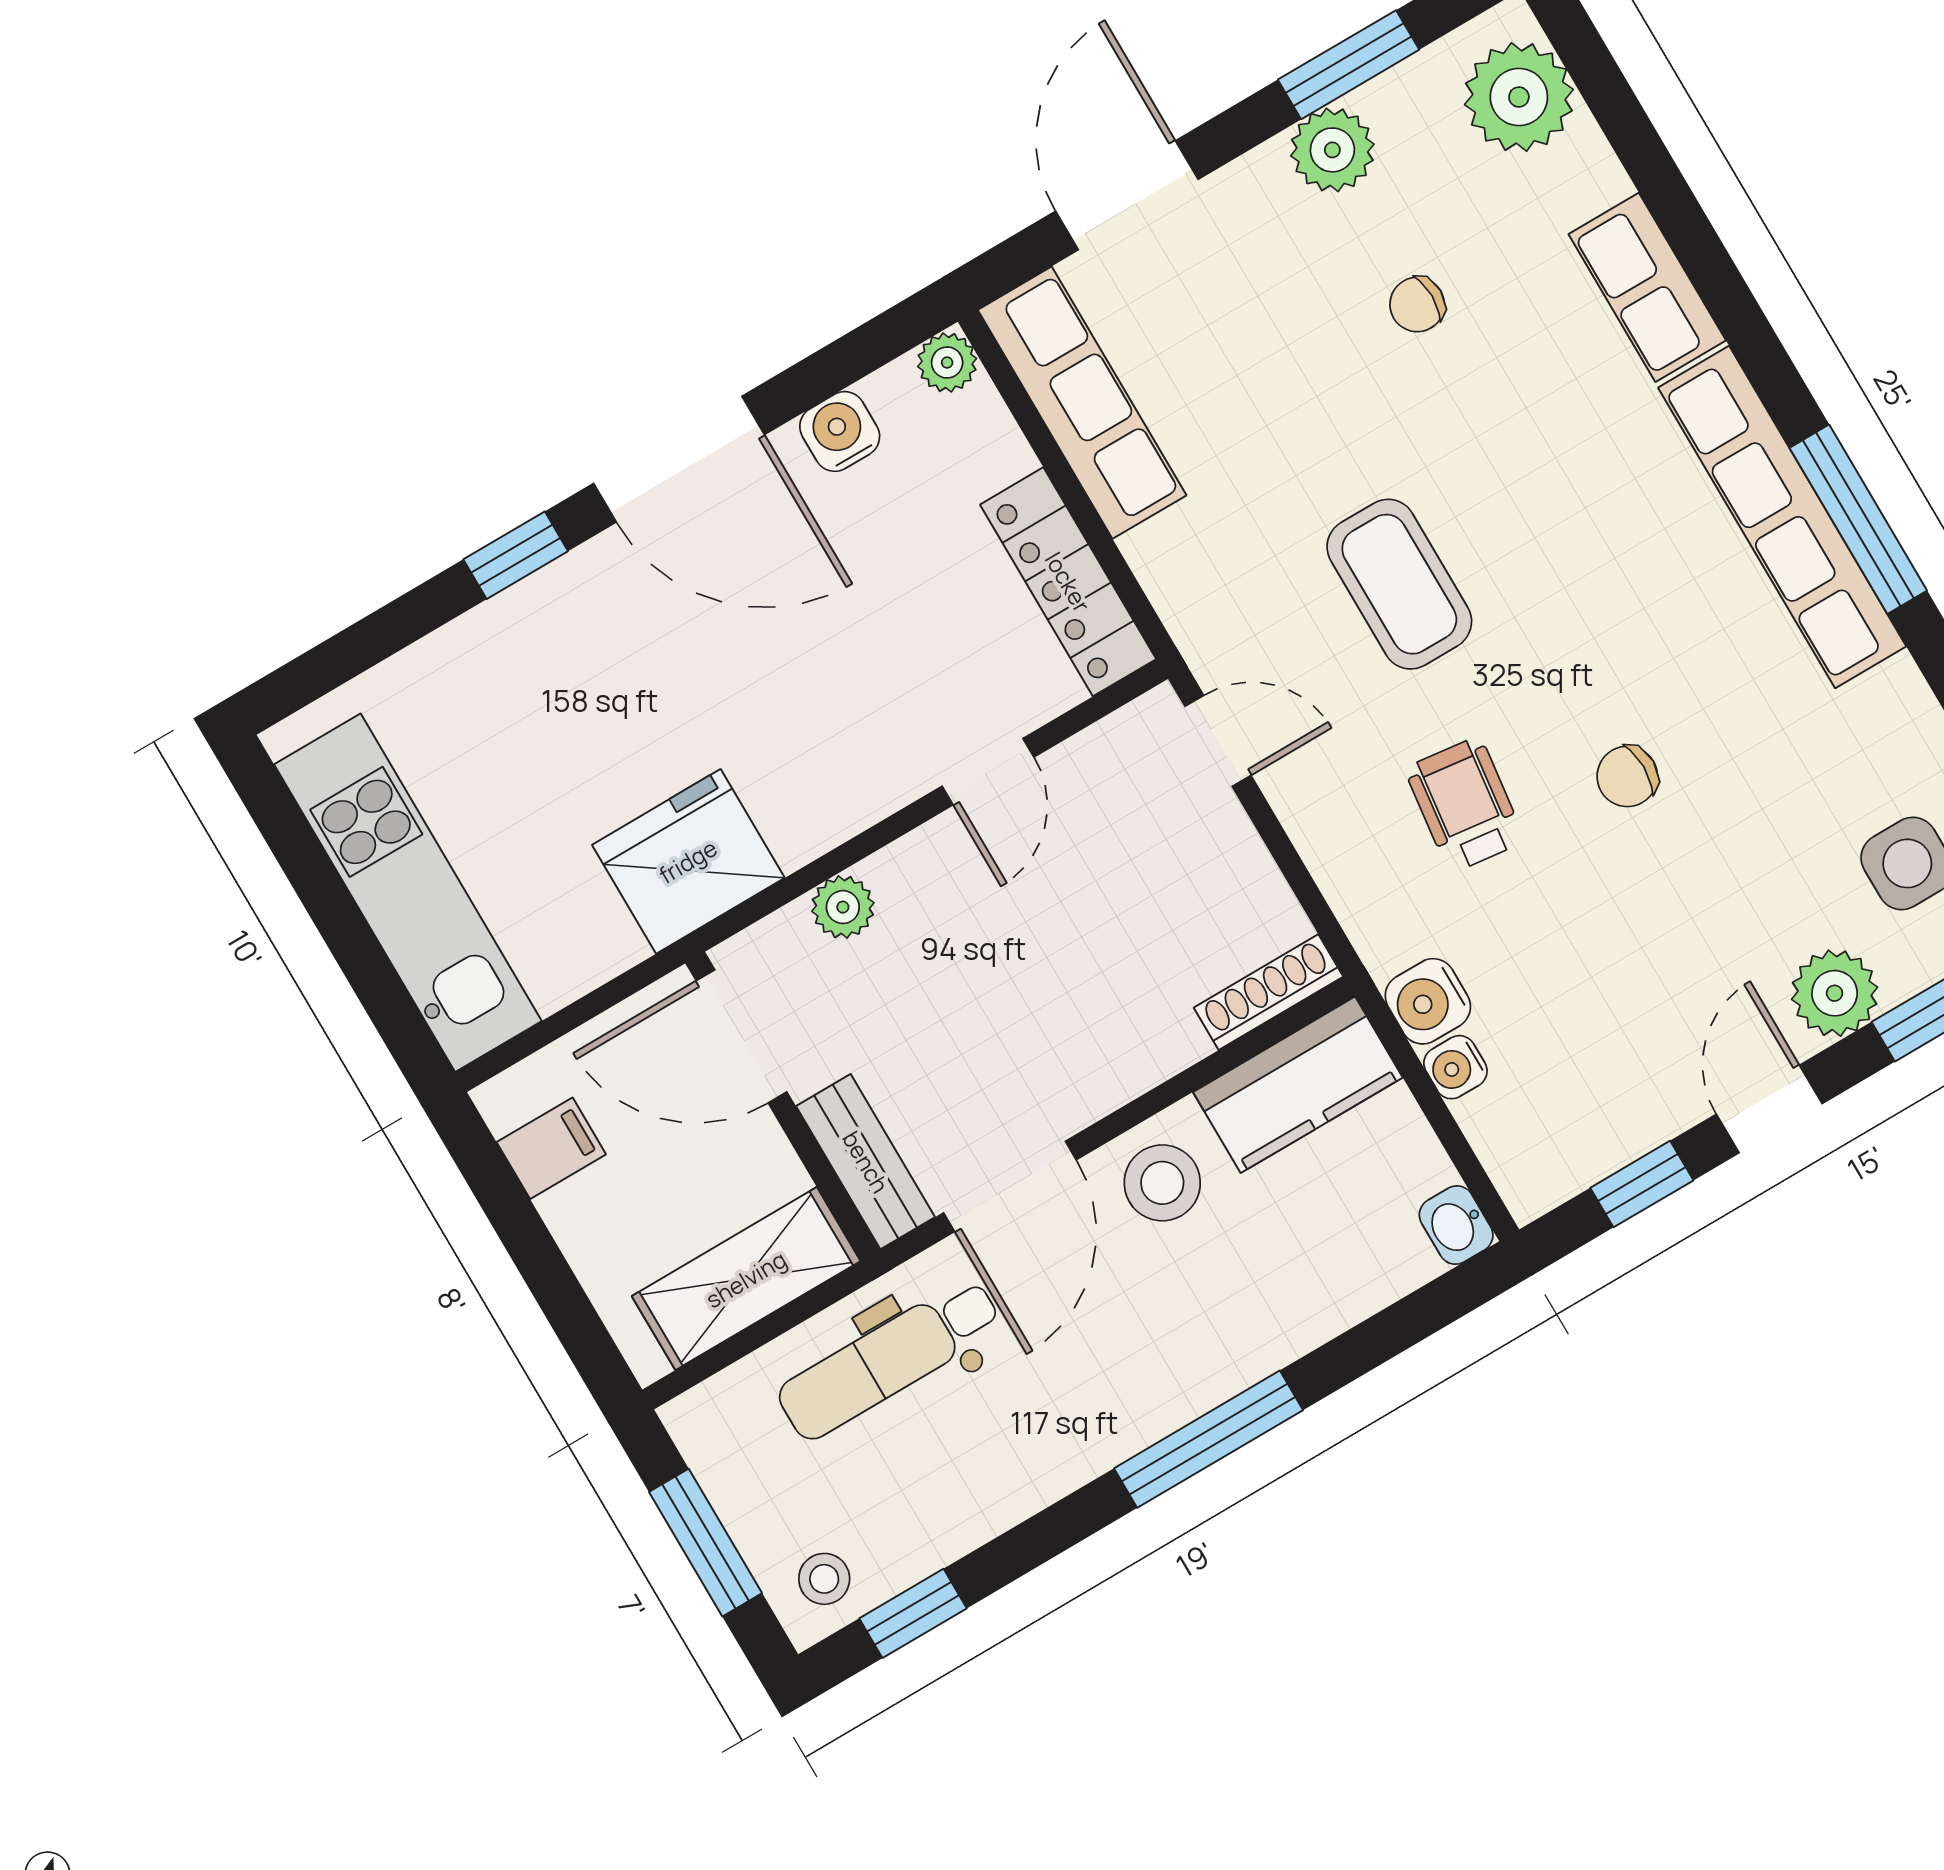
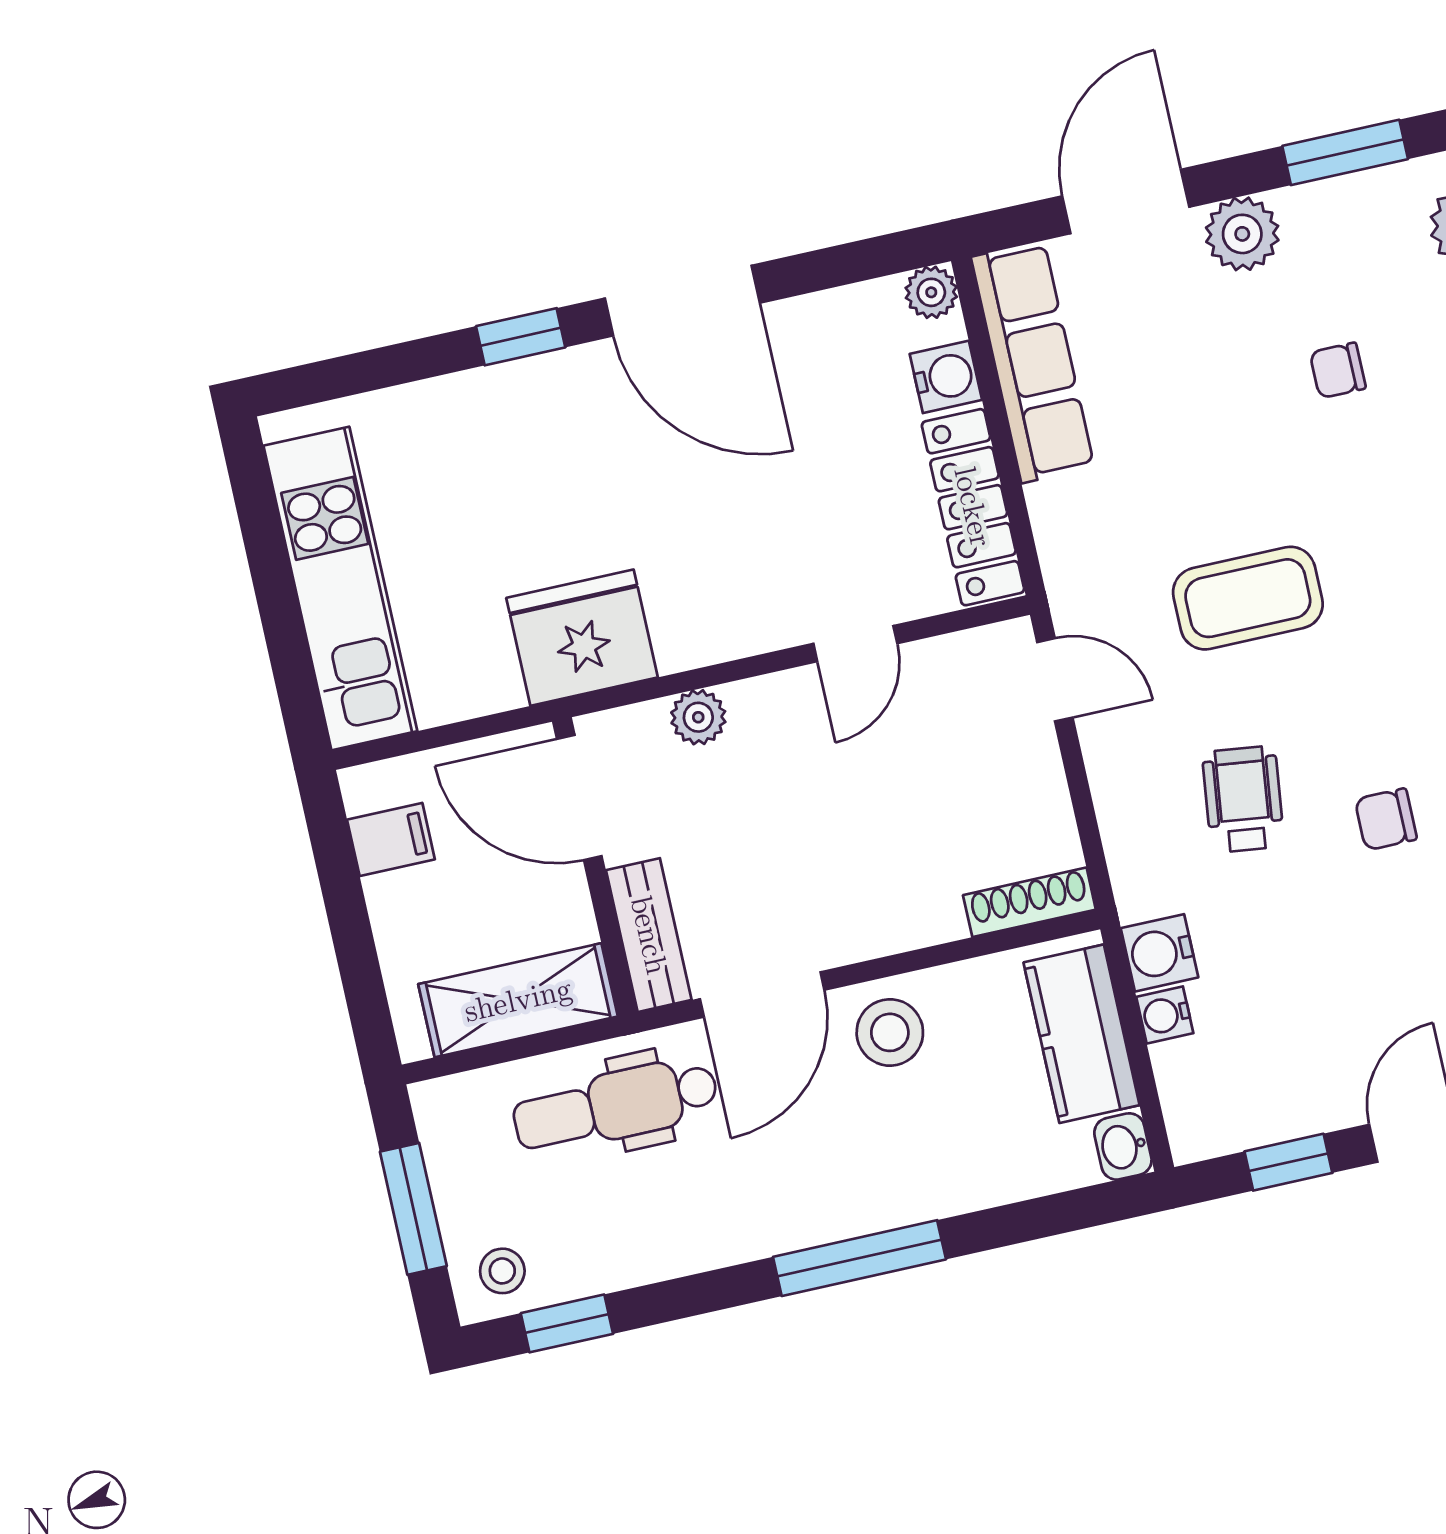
plant: (1332, 150) -> (1242, 234), moved
water cooler: (840, 431) -> (946, 377), moved, turned 90
coffee table: (1399, 584) -> (1248, 598), turned 90
kitchen counter: (1298, 1085) -> (1082, 1034), moved, turned 90

